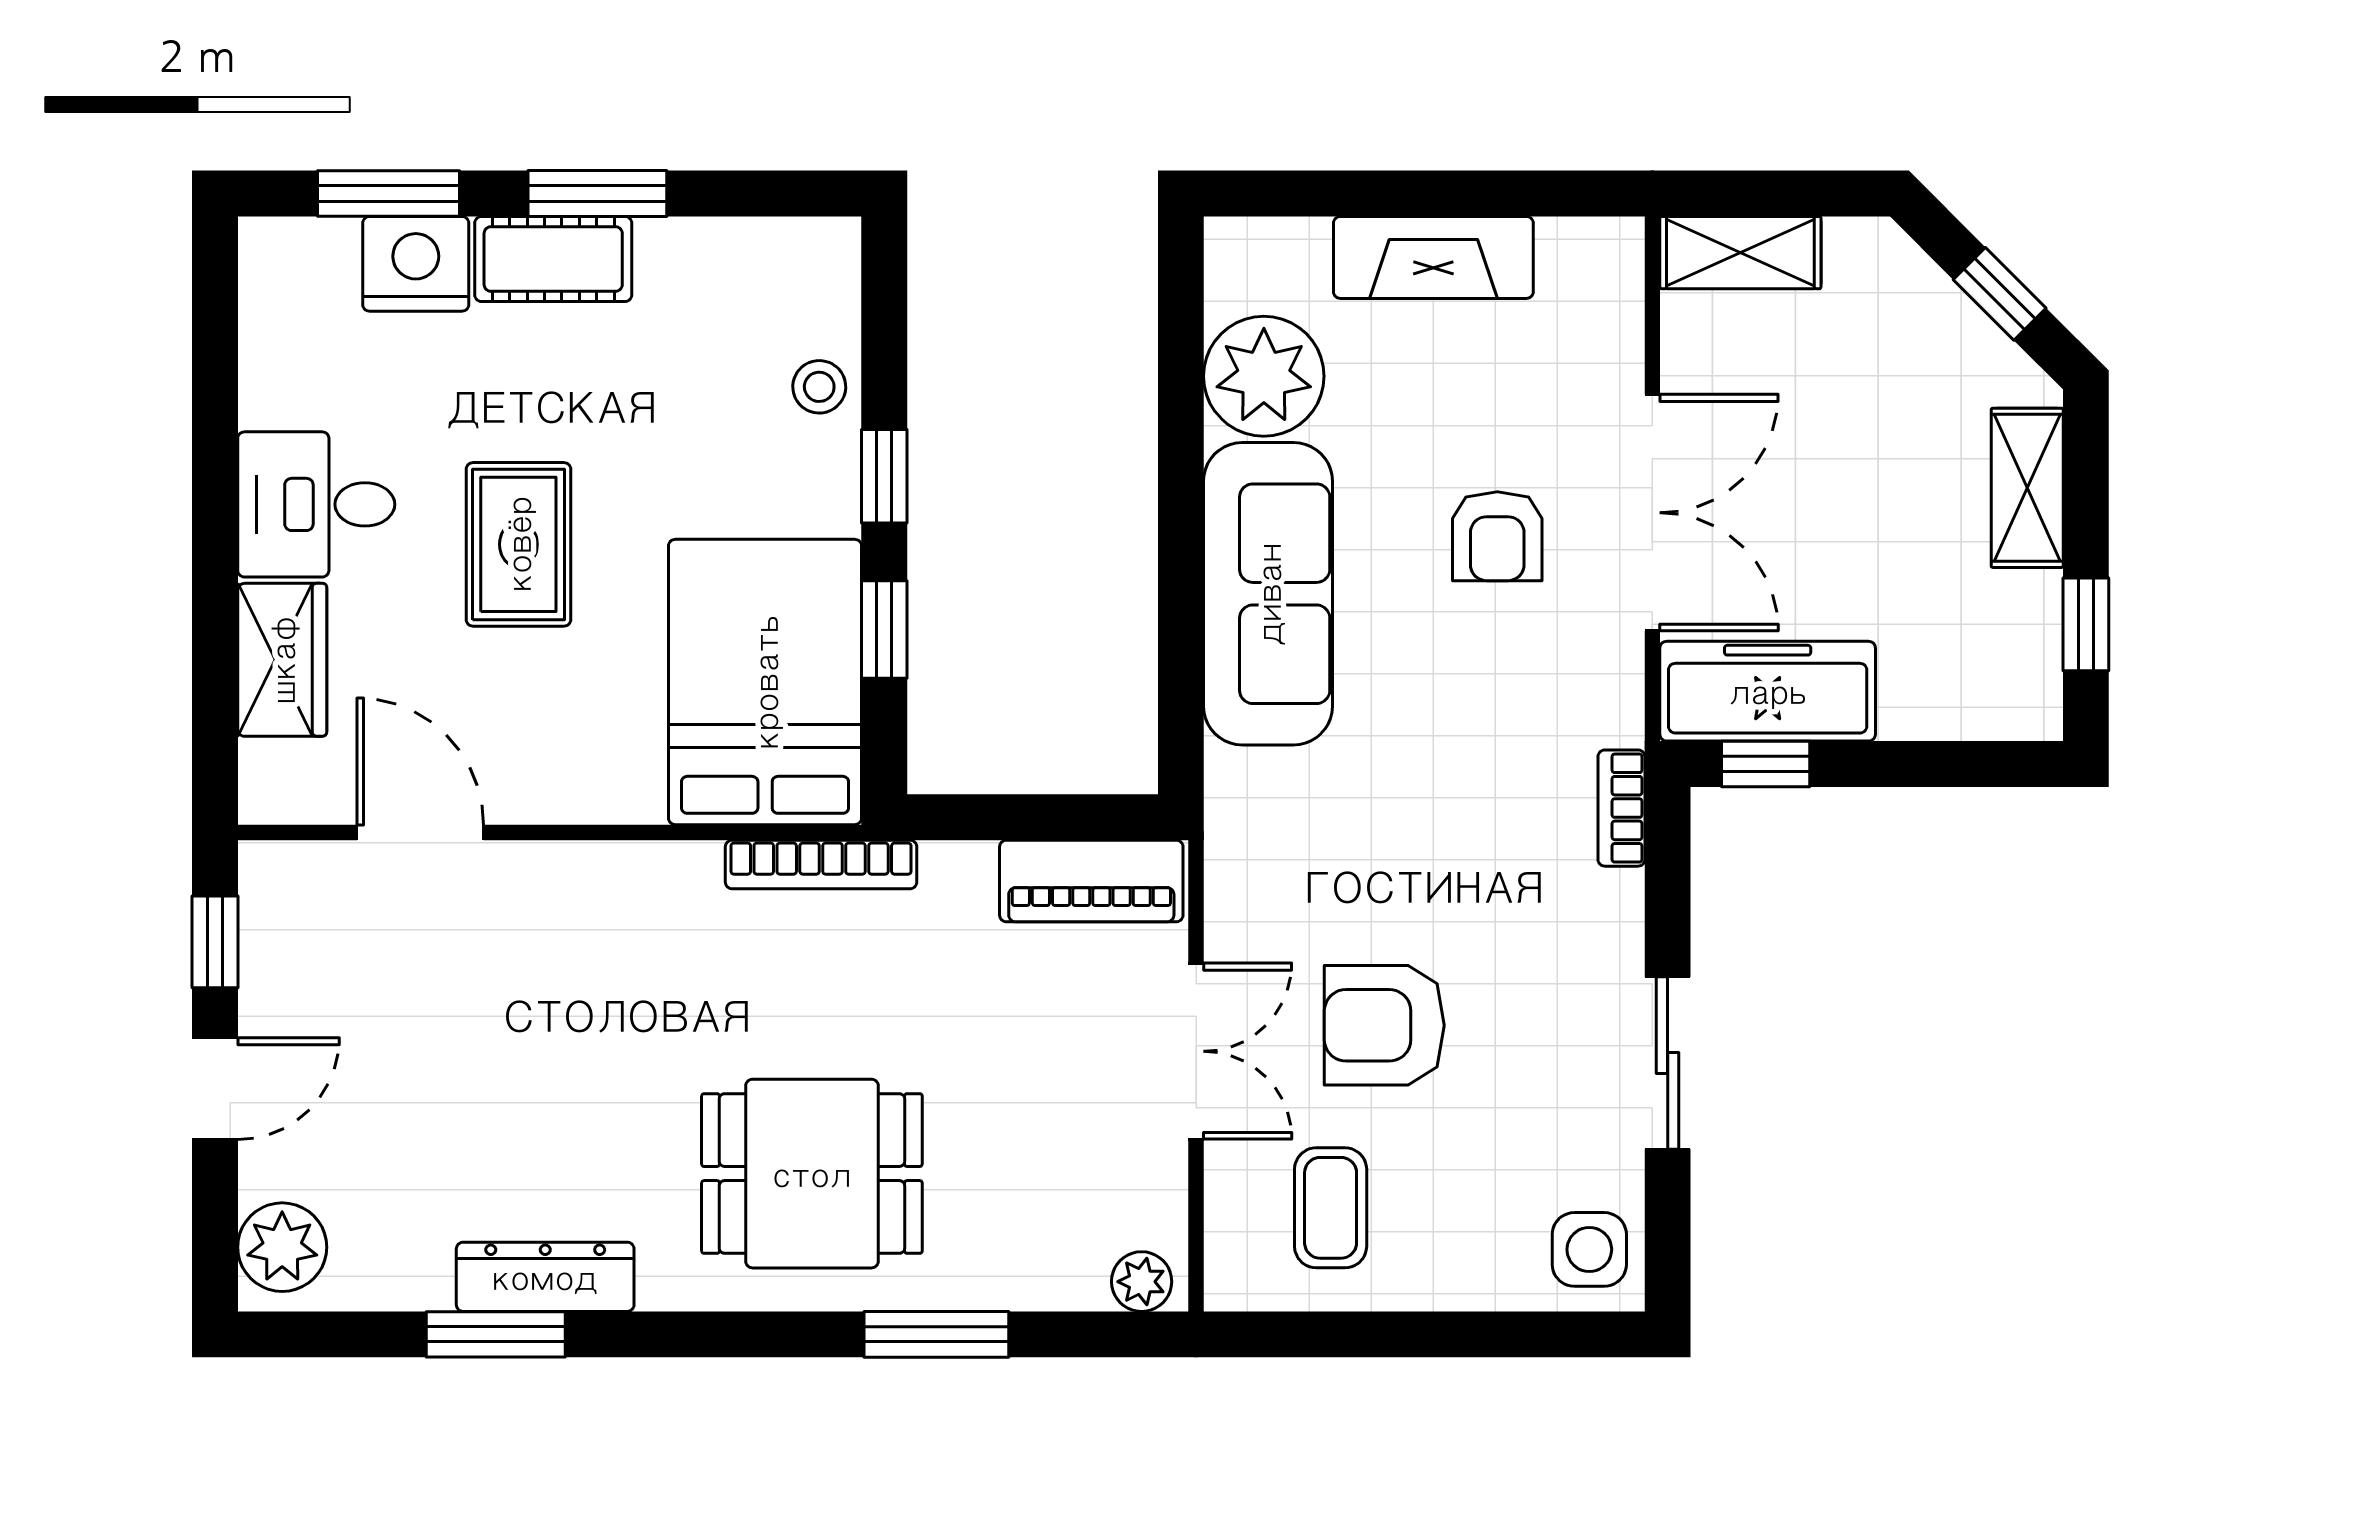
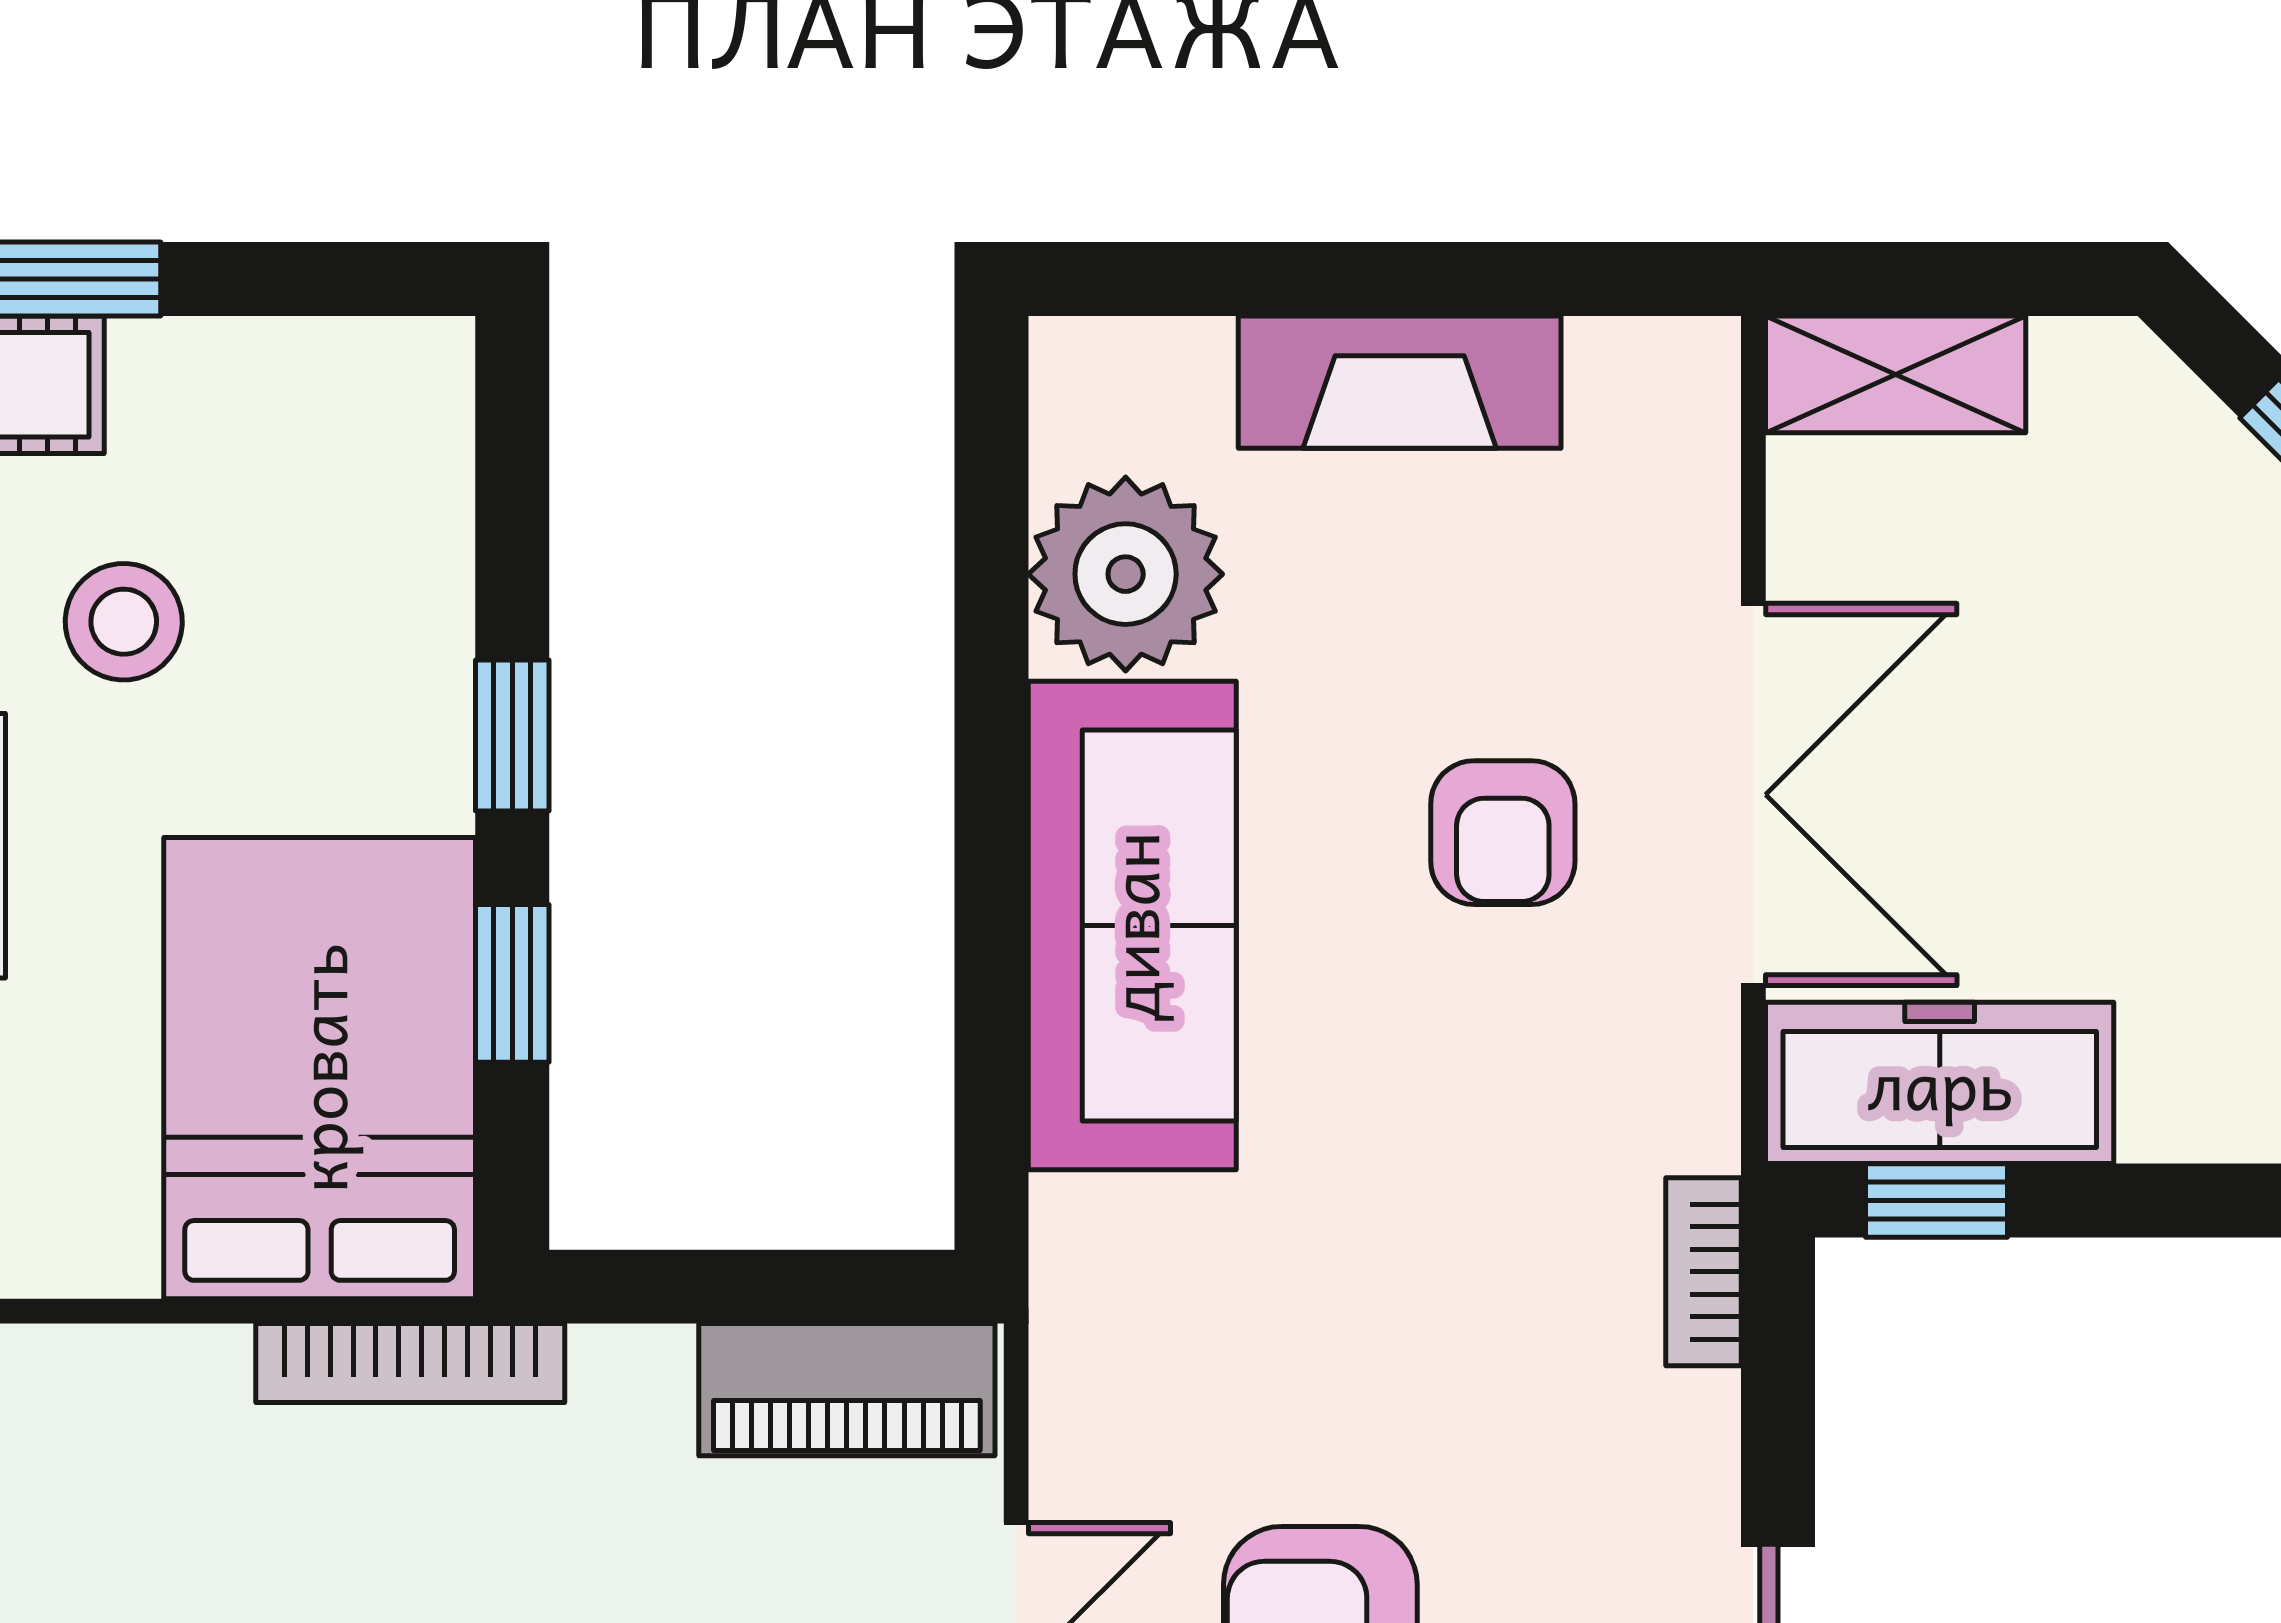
stool: (819, 387) -> (124, 622), moved, width x1.37, depth x1.37

